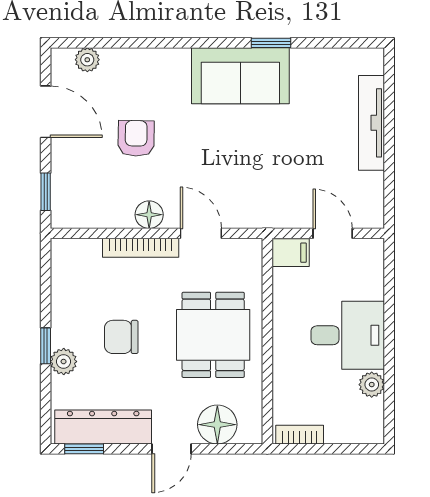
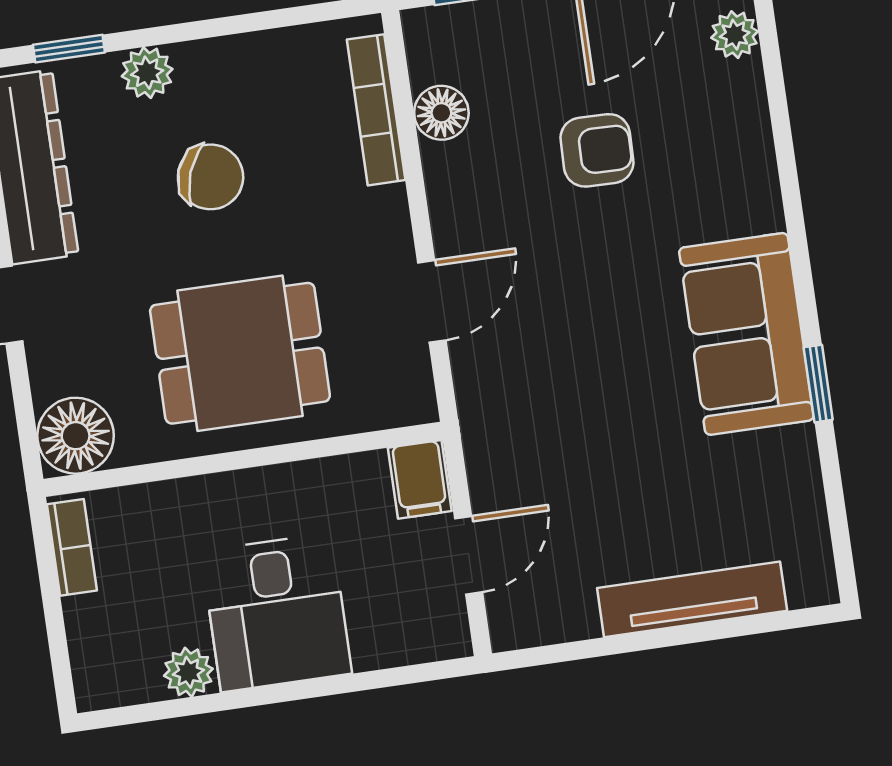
floor lamp: (149, 215) -> (441, 113), moved
bookcase: (141, 248) -> (376, 110), moved
chair: (121, 337) -> (211, 177), turned 110
window: (46, 346) -> (69, 49), moved
floor lamp: (217, 425) -> (76, 436), moved

